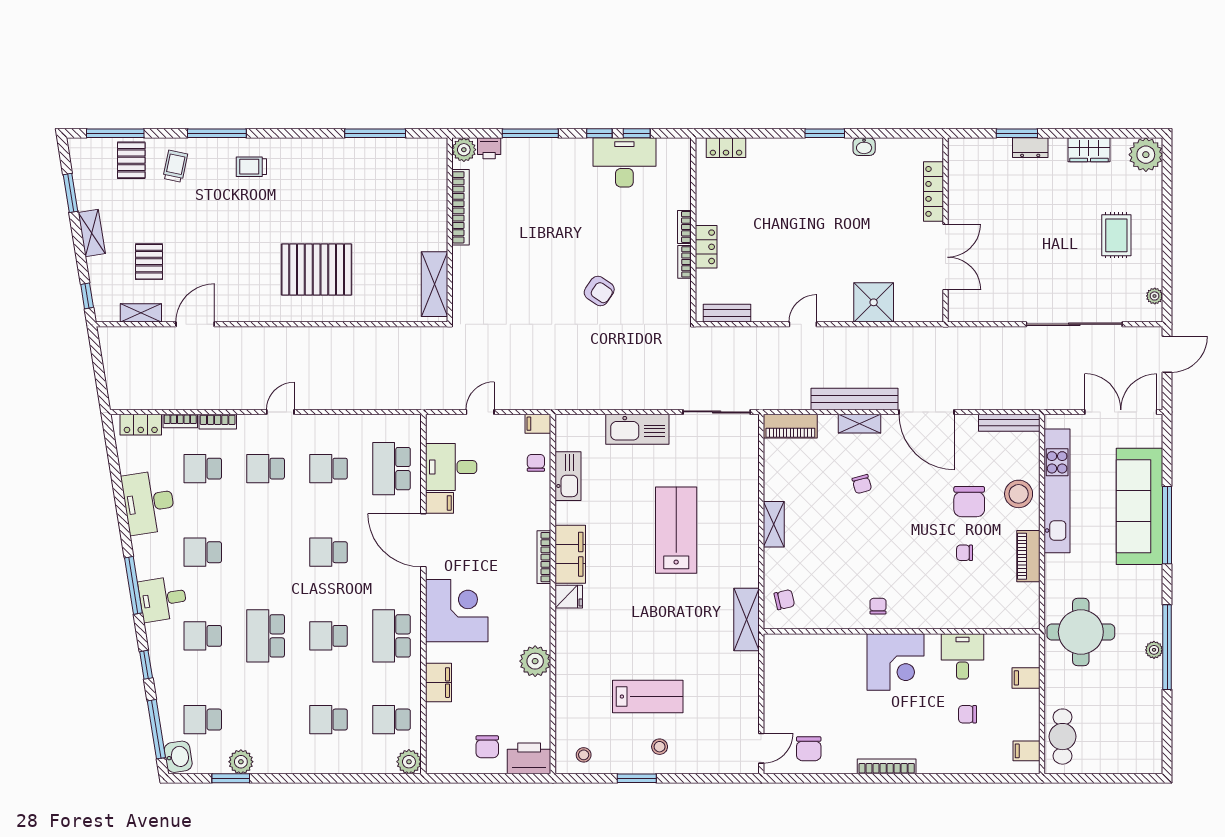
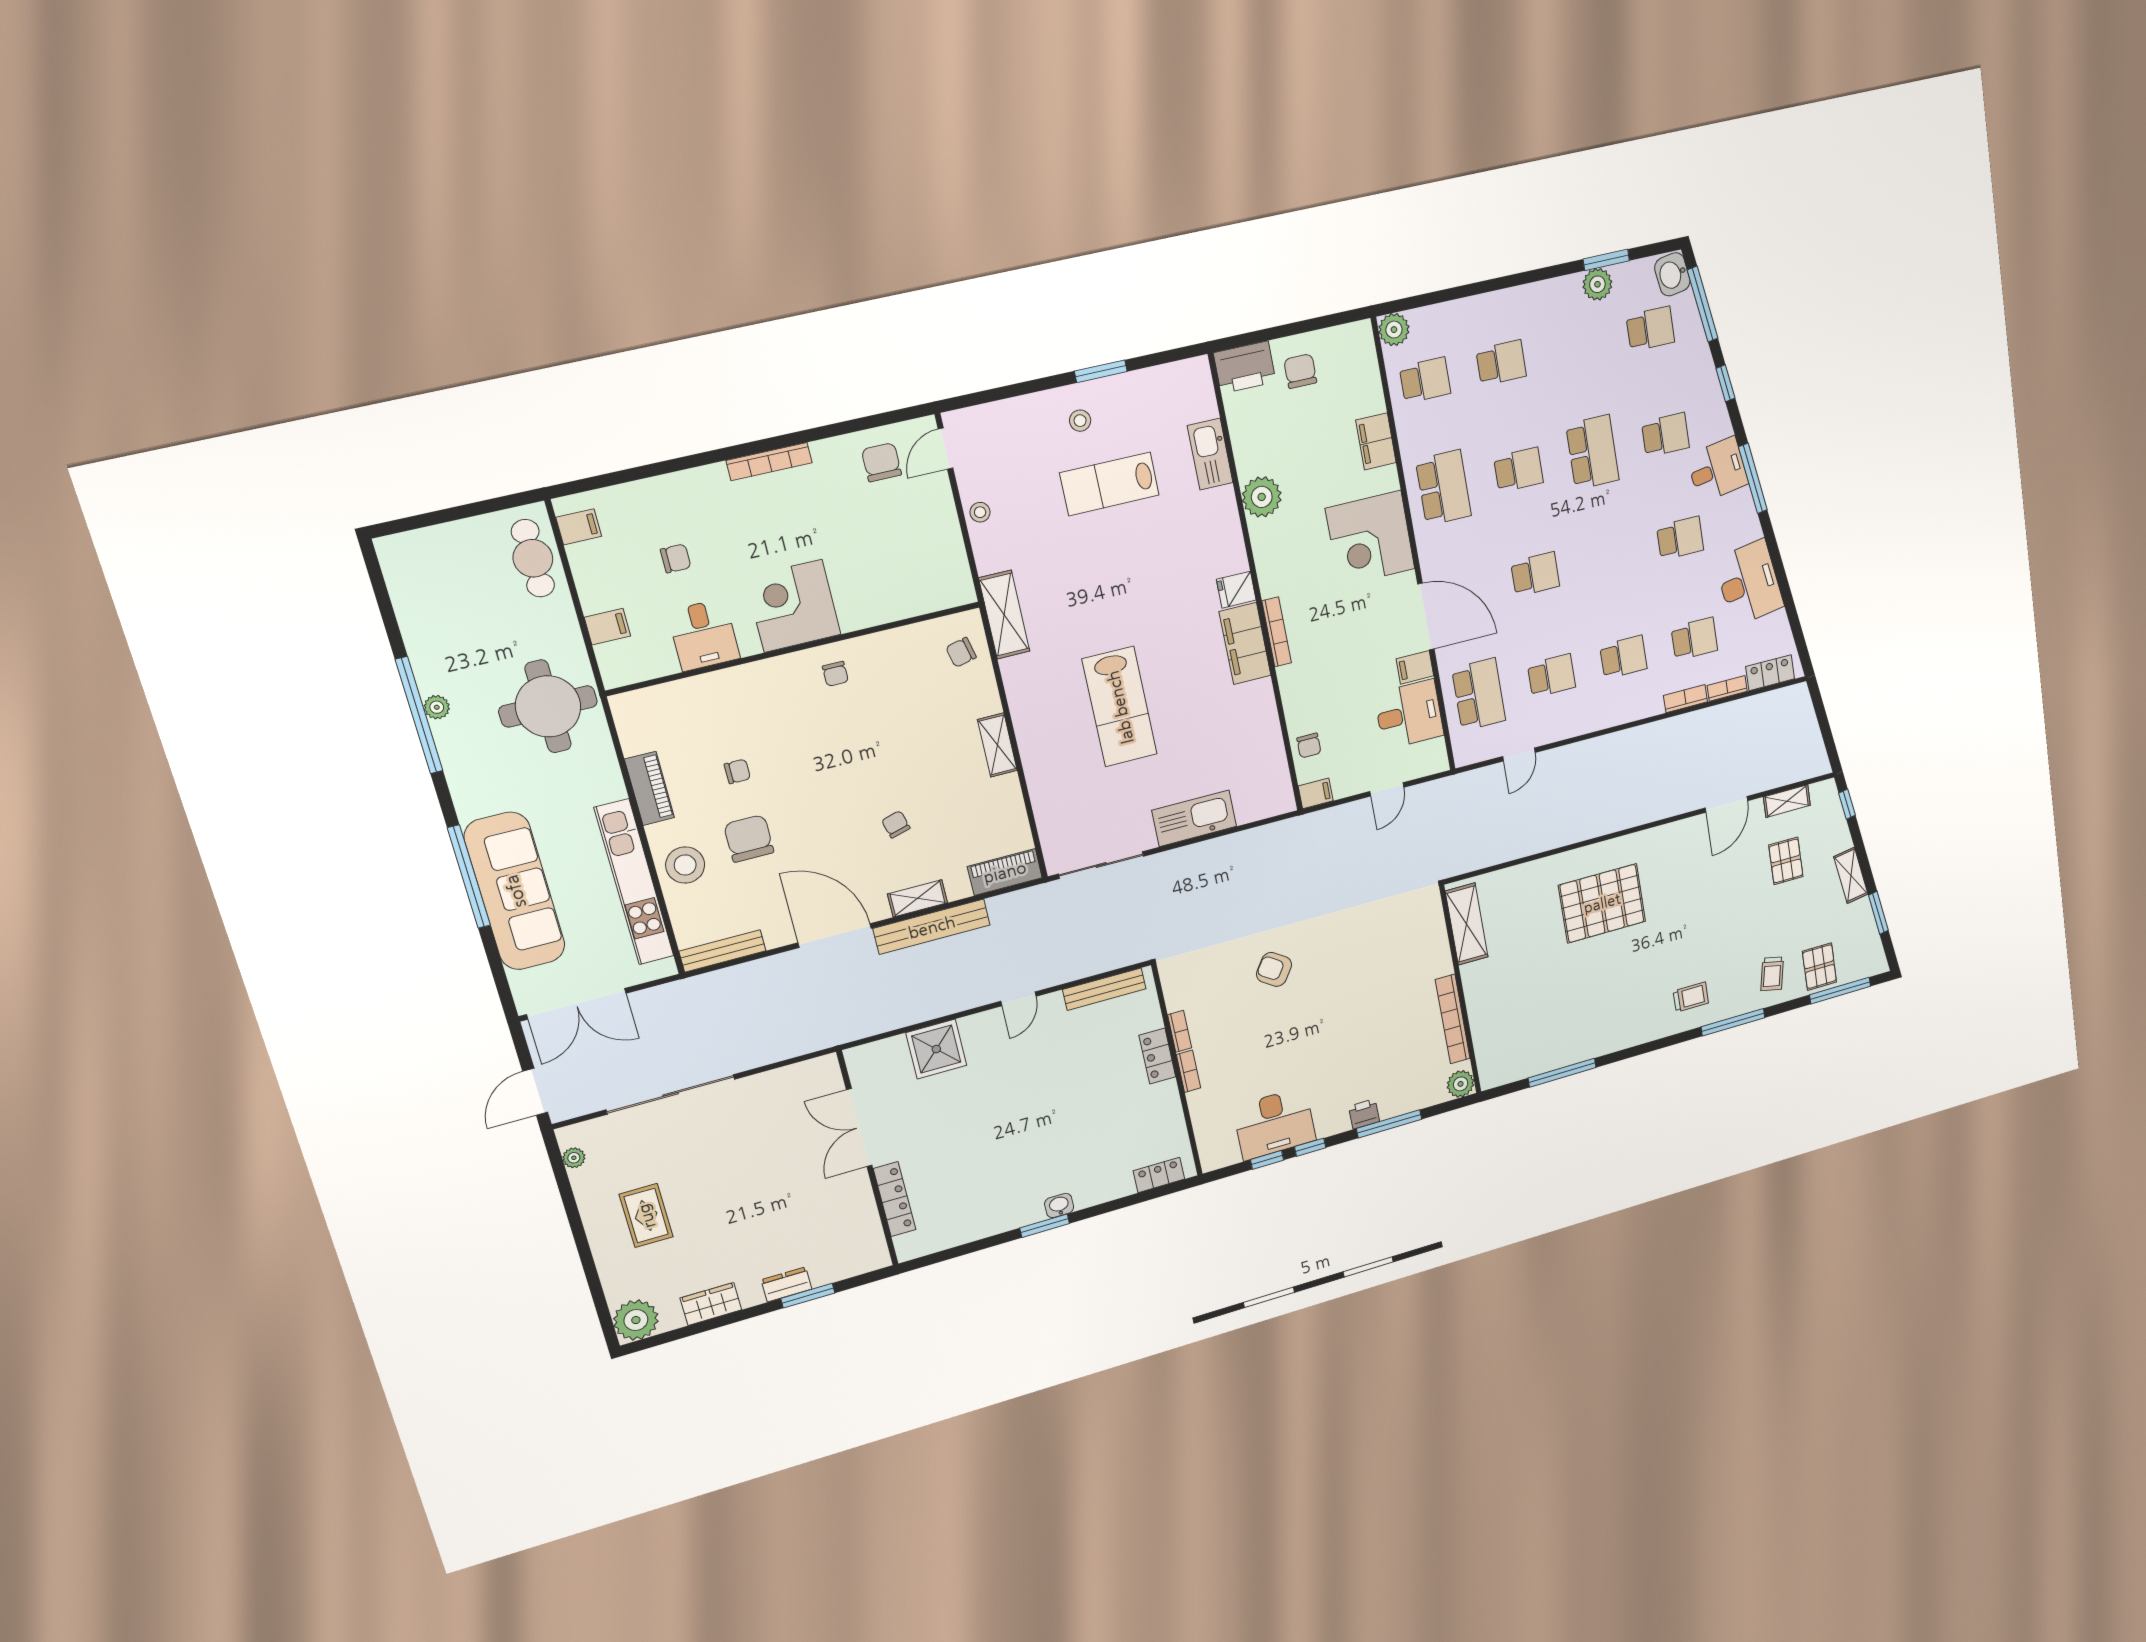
washbasin: (864, 147) -> (1059, 1205), moved
printer: (489, 148) -> (1364, 1114), moved
bench: (727, 313) -> (1104, 989), width x1.36
door: (280, 412) -> (1519, 754), moved
kitchen sink: (568, 476) -> (1210, 454), moved
stool: (584, 755) -> (980, 512), moved

